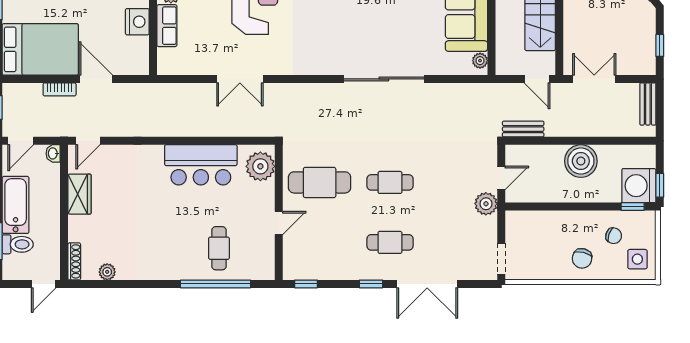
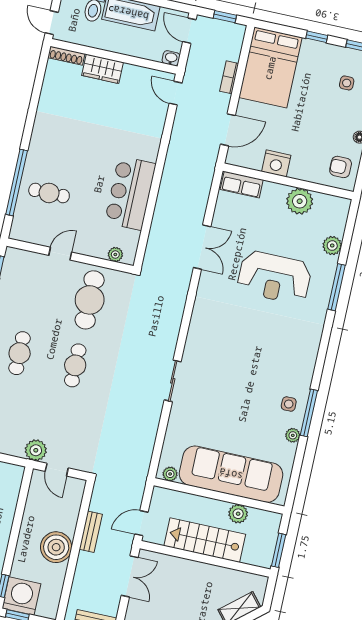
row of seats: (167, 26) -> (242, 185), moved
door: (96, 79) -> (228, 130), moved
double door: (240, 79) -> (202, 247), swing flipped
sliding door: (384, 79) -> (173, 381), width x0.54
bench: (523, 129) -> (91, 532), moved
plant: (260, 166) -> (115, 254), width x0.53, depth x0.53
wardrobe: (80, 194) -> (103, 69), moved
door: (279, 223) -> (60, 254), swing flipped
plant: (107, 272) -> (50, 84), removed

